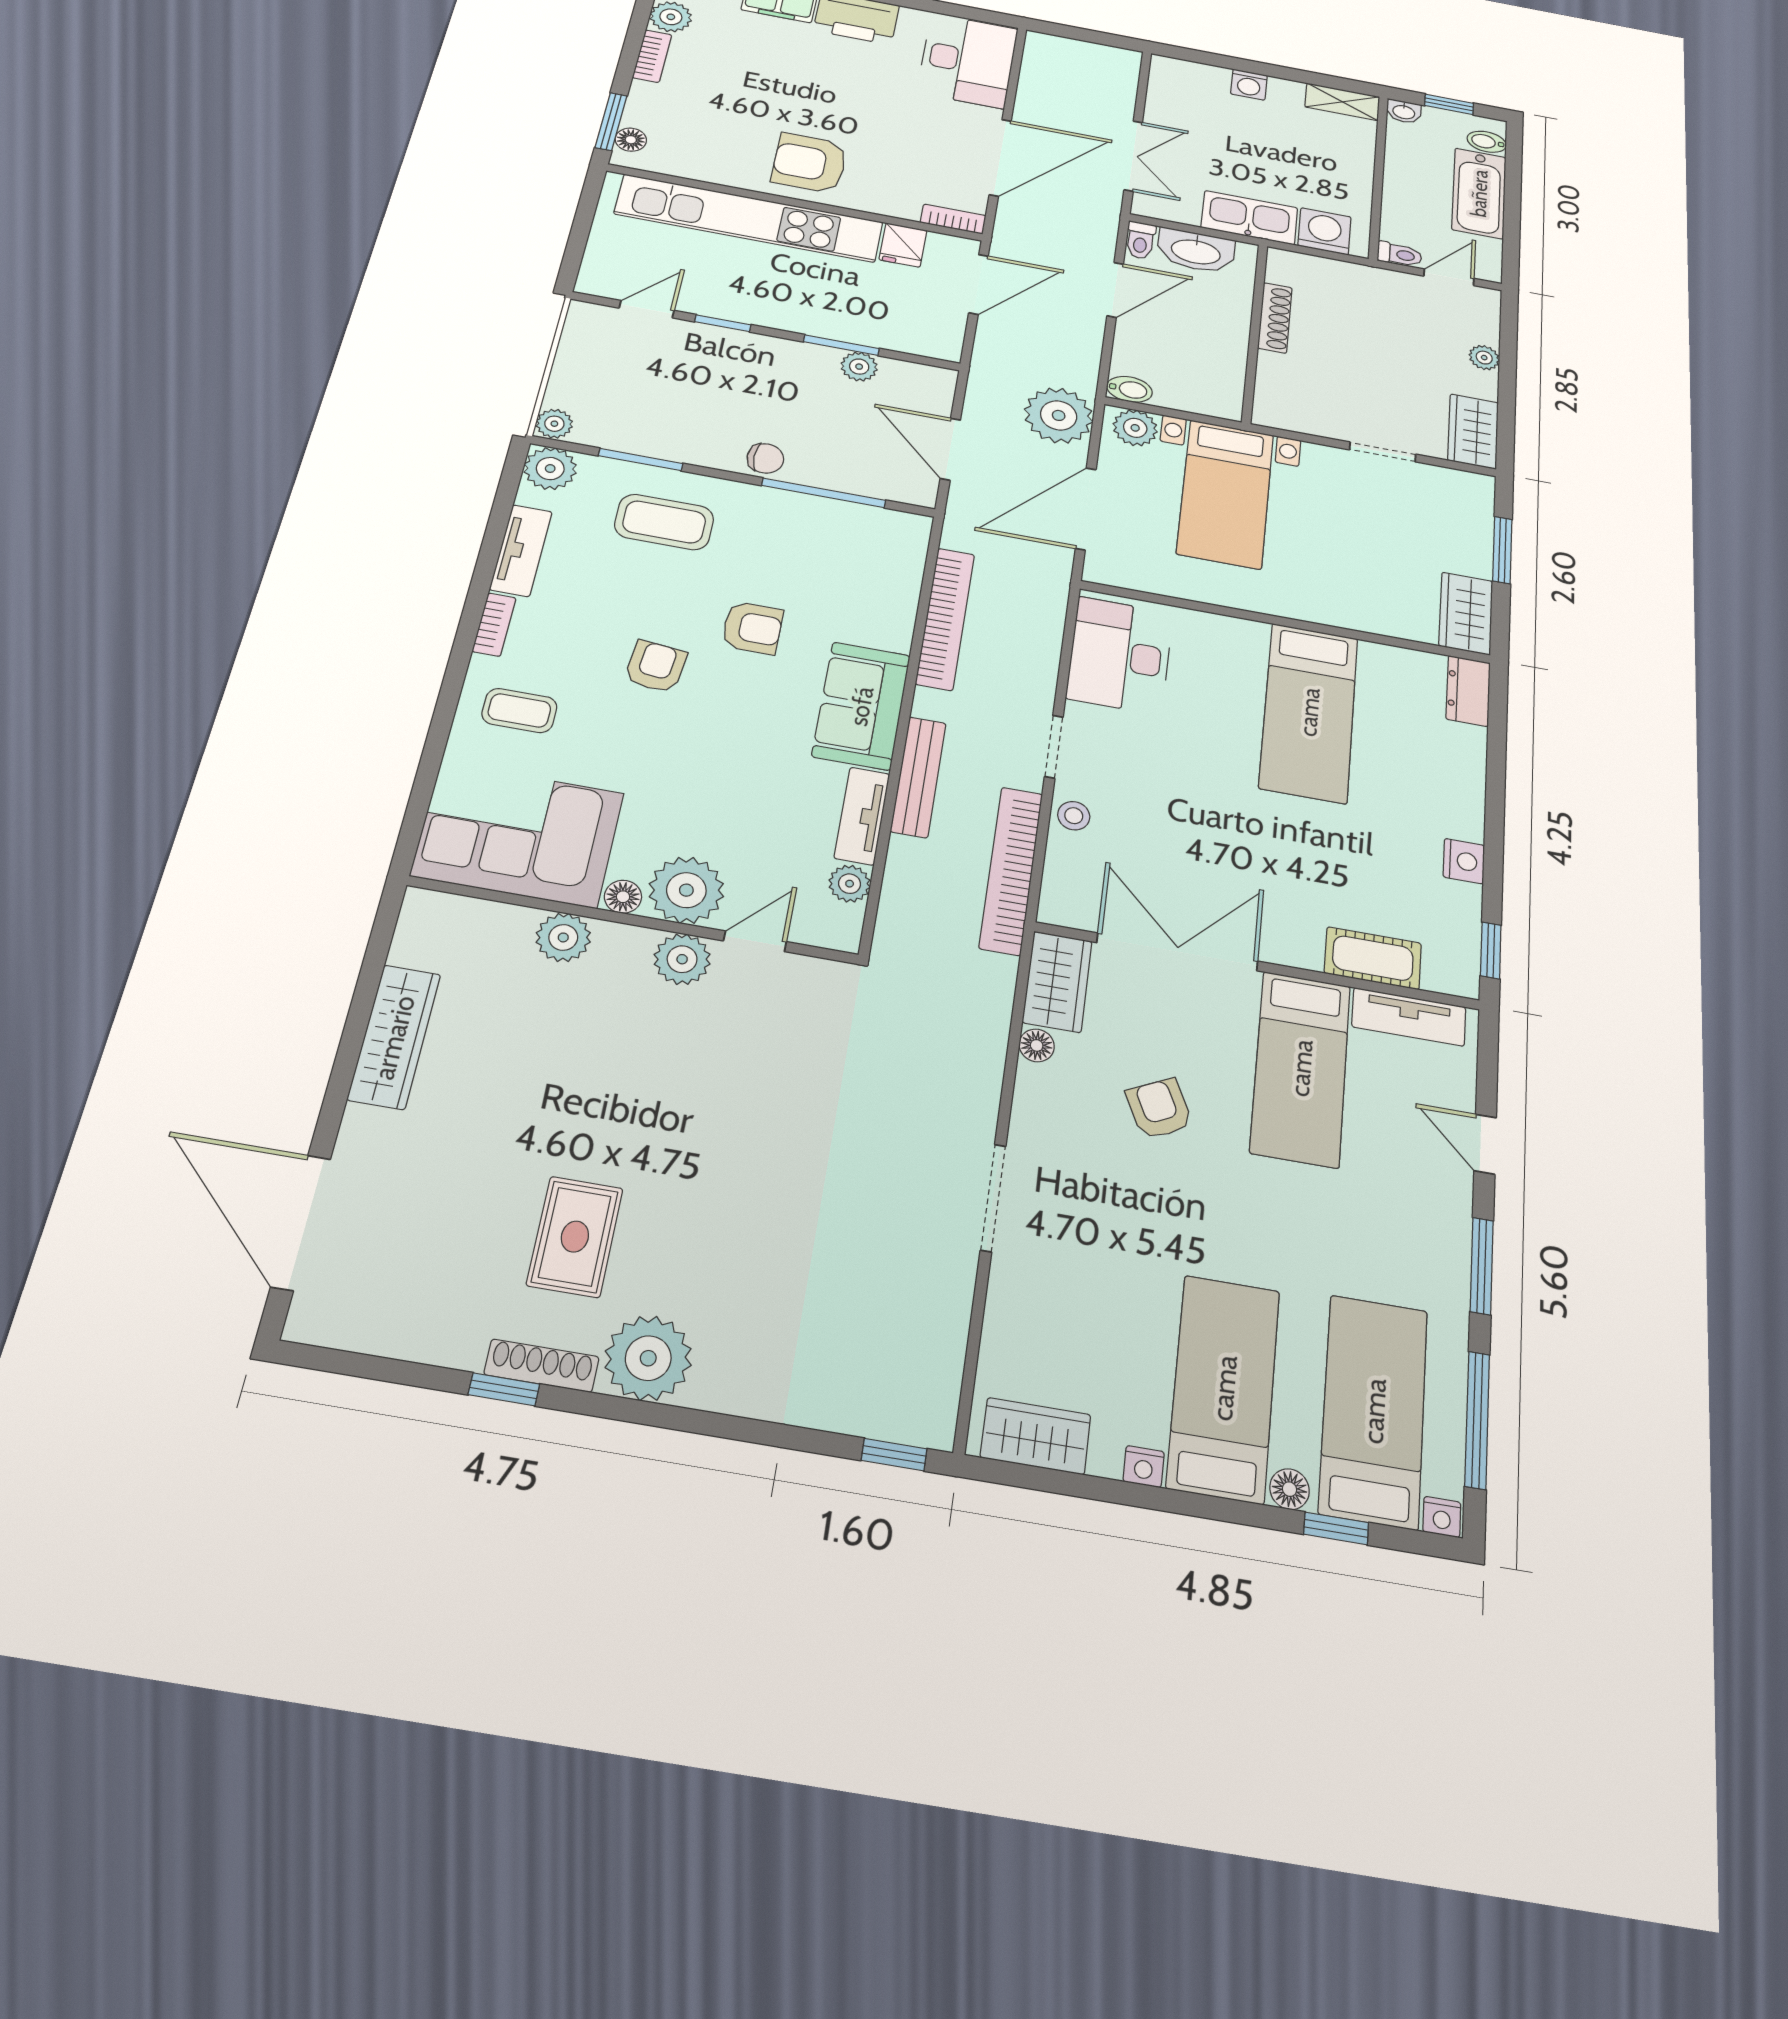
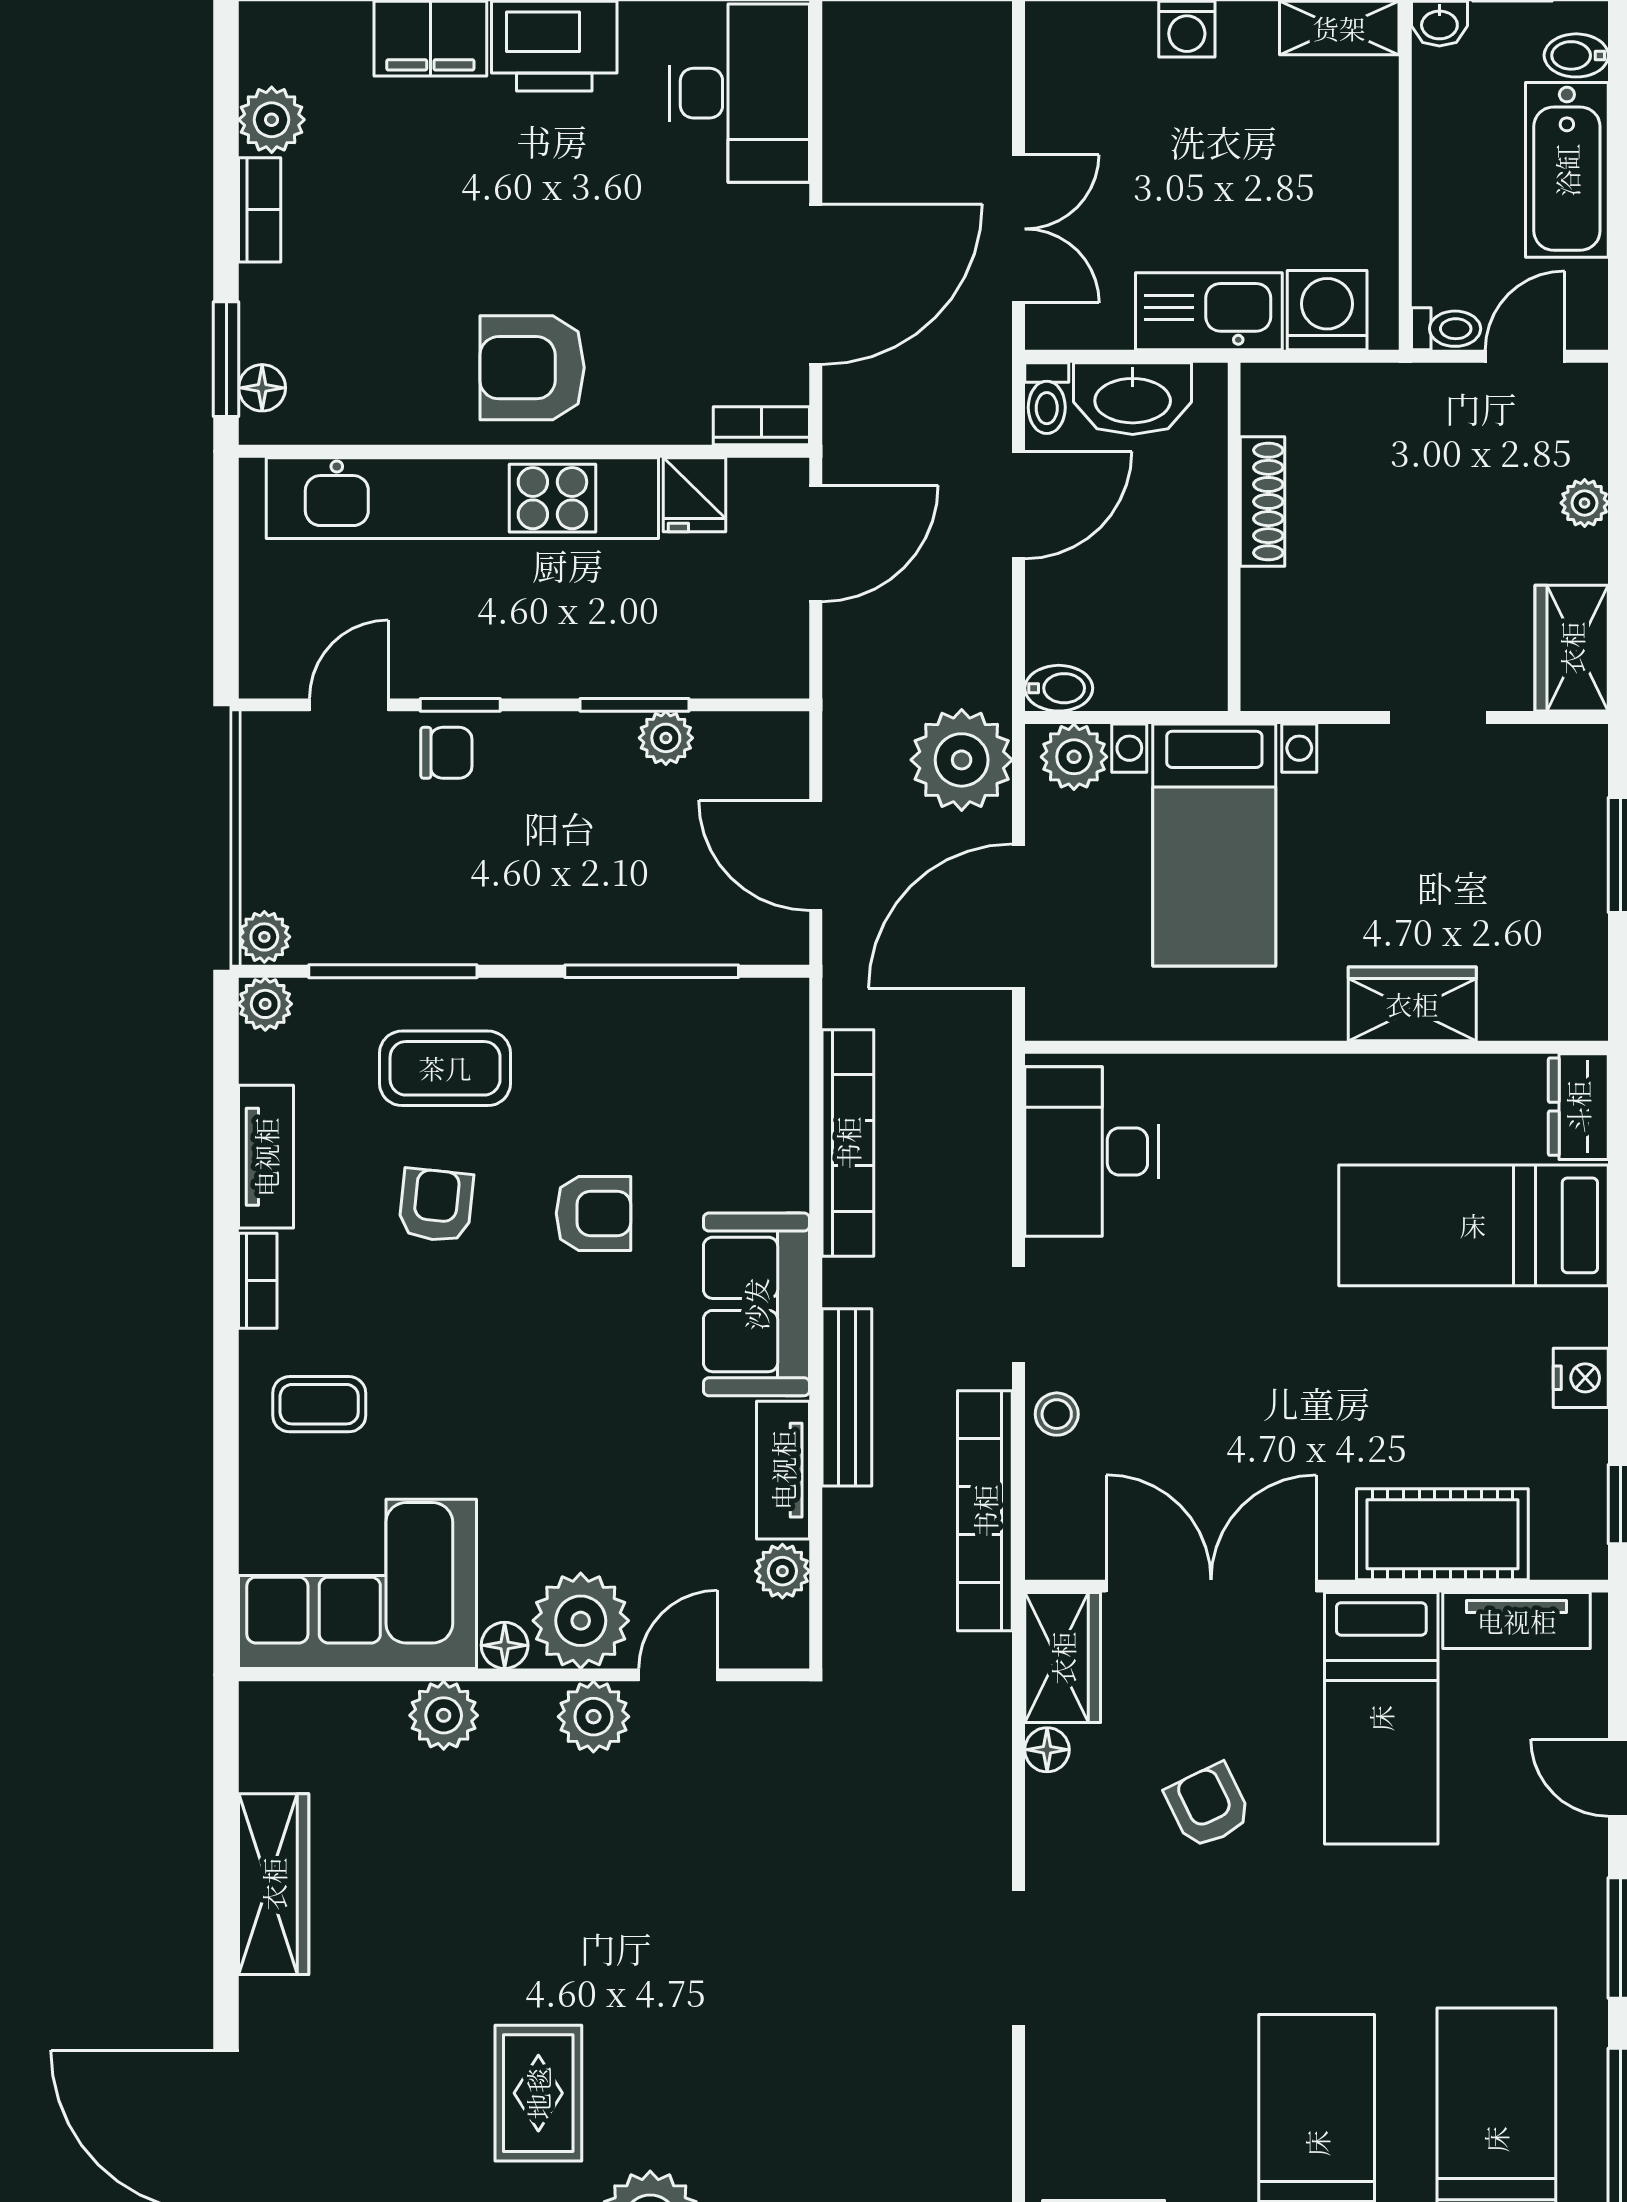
chair: (765, 458) -> (446, 753), moved
window: (641, 460) -> (393, 971), width x1.44
plant: (550, 469) -> (265, 1004), width x0.73, depth x0.73
wardrobe: (1466, 613) -> (1412, 1004), moved, turned 90
armchair: (656, 667) -> (436, 1205), moved
bed: (1309, 712) -> (1473, 1225), moved, turned 90
cot: (1373, 958) -> (1442, 1534), width x1.37, depth x1.34

